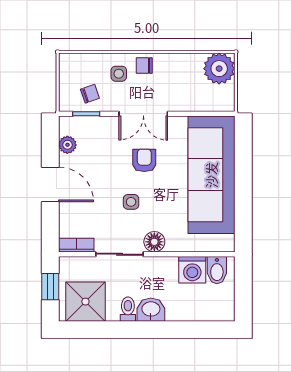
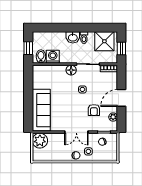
plant: (219, 69) -> (40, 141), moved
double door: (143, 114) -> (76, 132), swing flipped
armchair: (144, 160) -> (94, 110), moved
sofa: (211, 175) -> (41, 110), width x0.74, depth x0.79
door: (50, 184) -> (121, 98), hinge flipped
window: (243, 287) -> (28, 48), added

